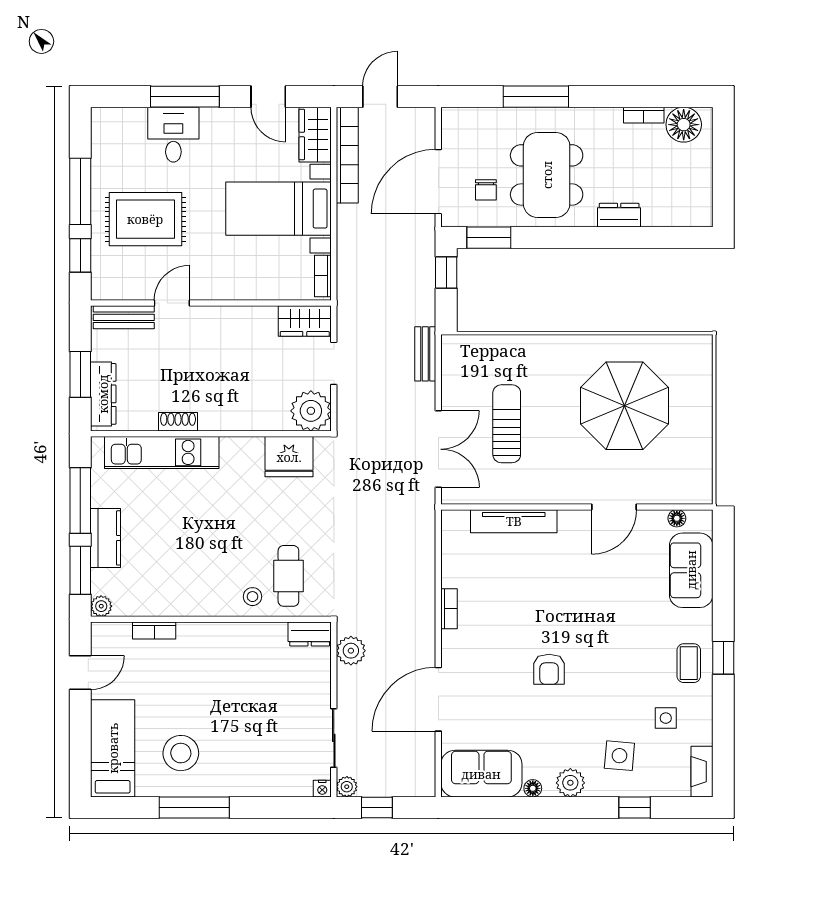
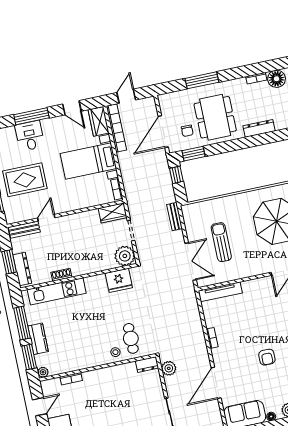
dresser: (619, 215) -> (259, 128), width x1.44
tv unit: (514, 521) -> (220, 292), moved

